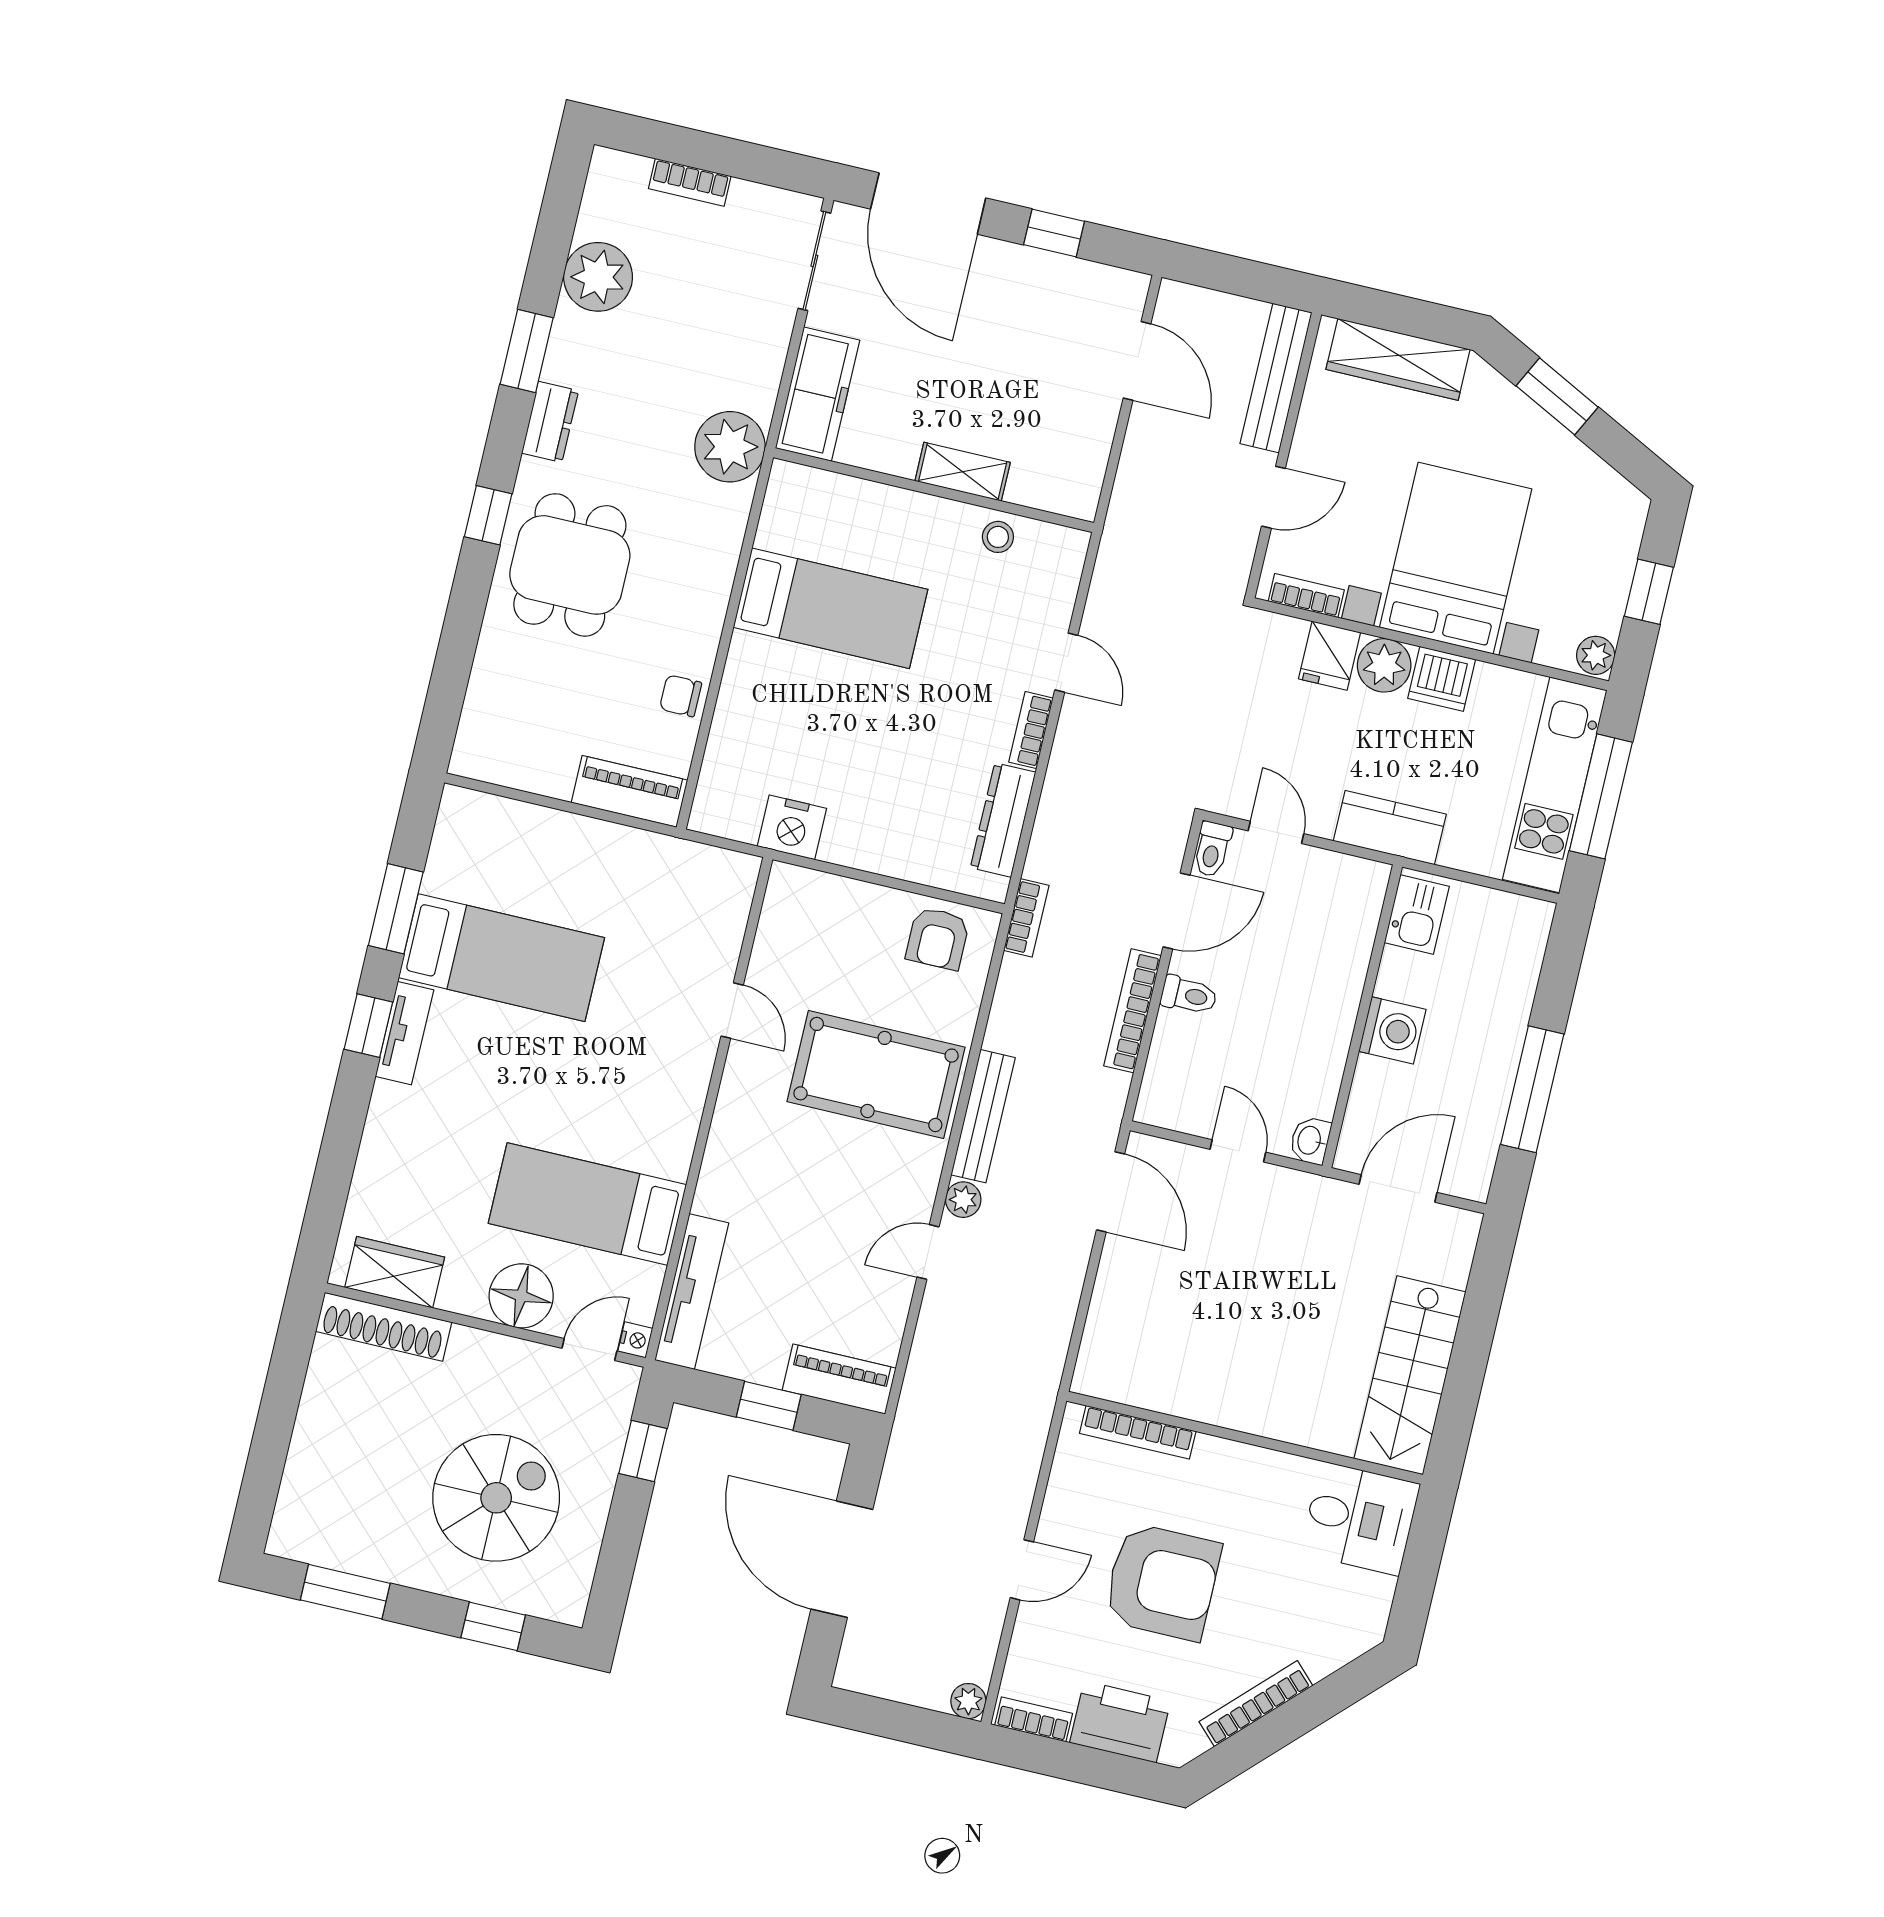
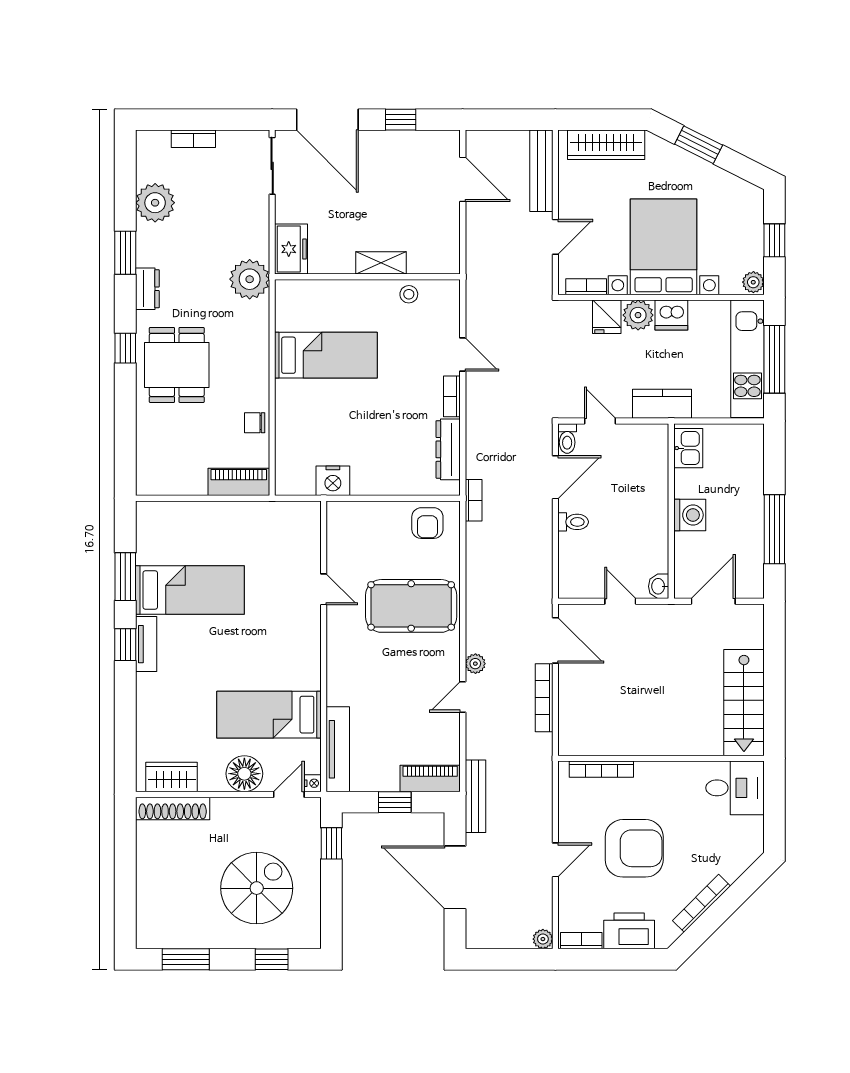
freezer: (817, 394) -> (291, 249), width x0.71
bookcase: (1132, 1011) -> (544, 698), moved
bench: (983, 1116) -> (475, 796), moved

